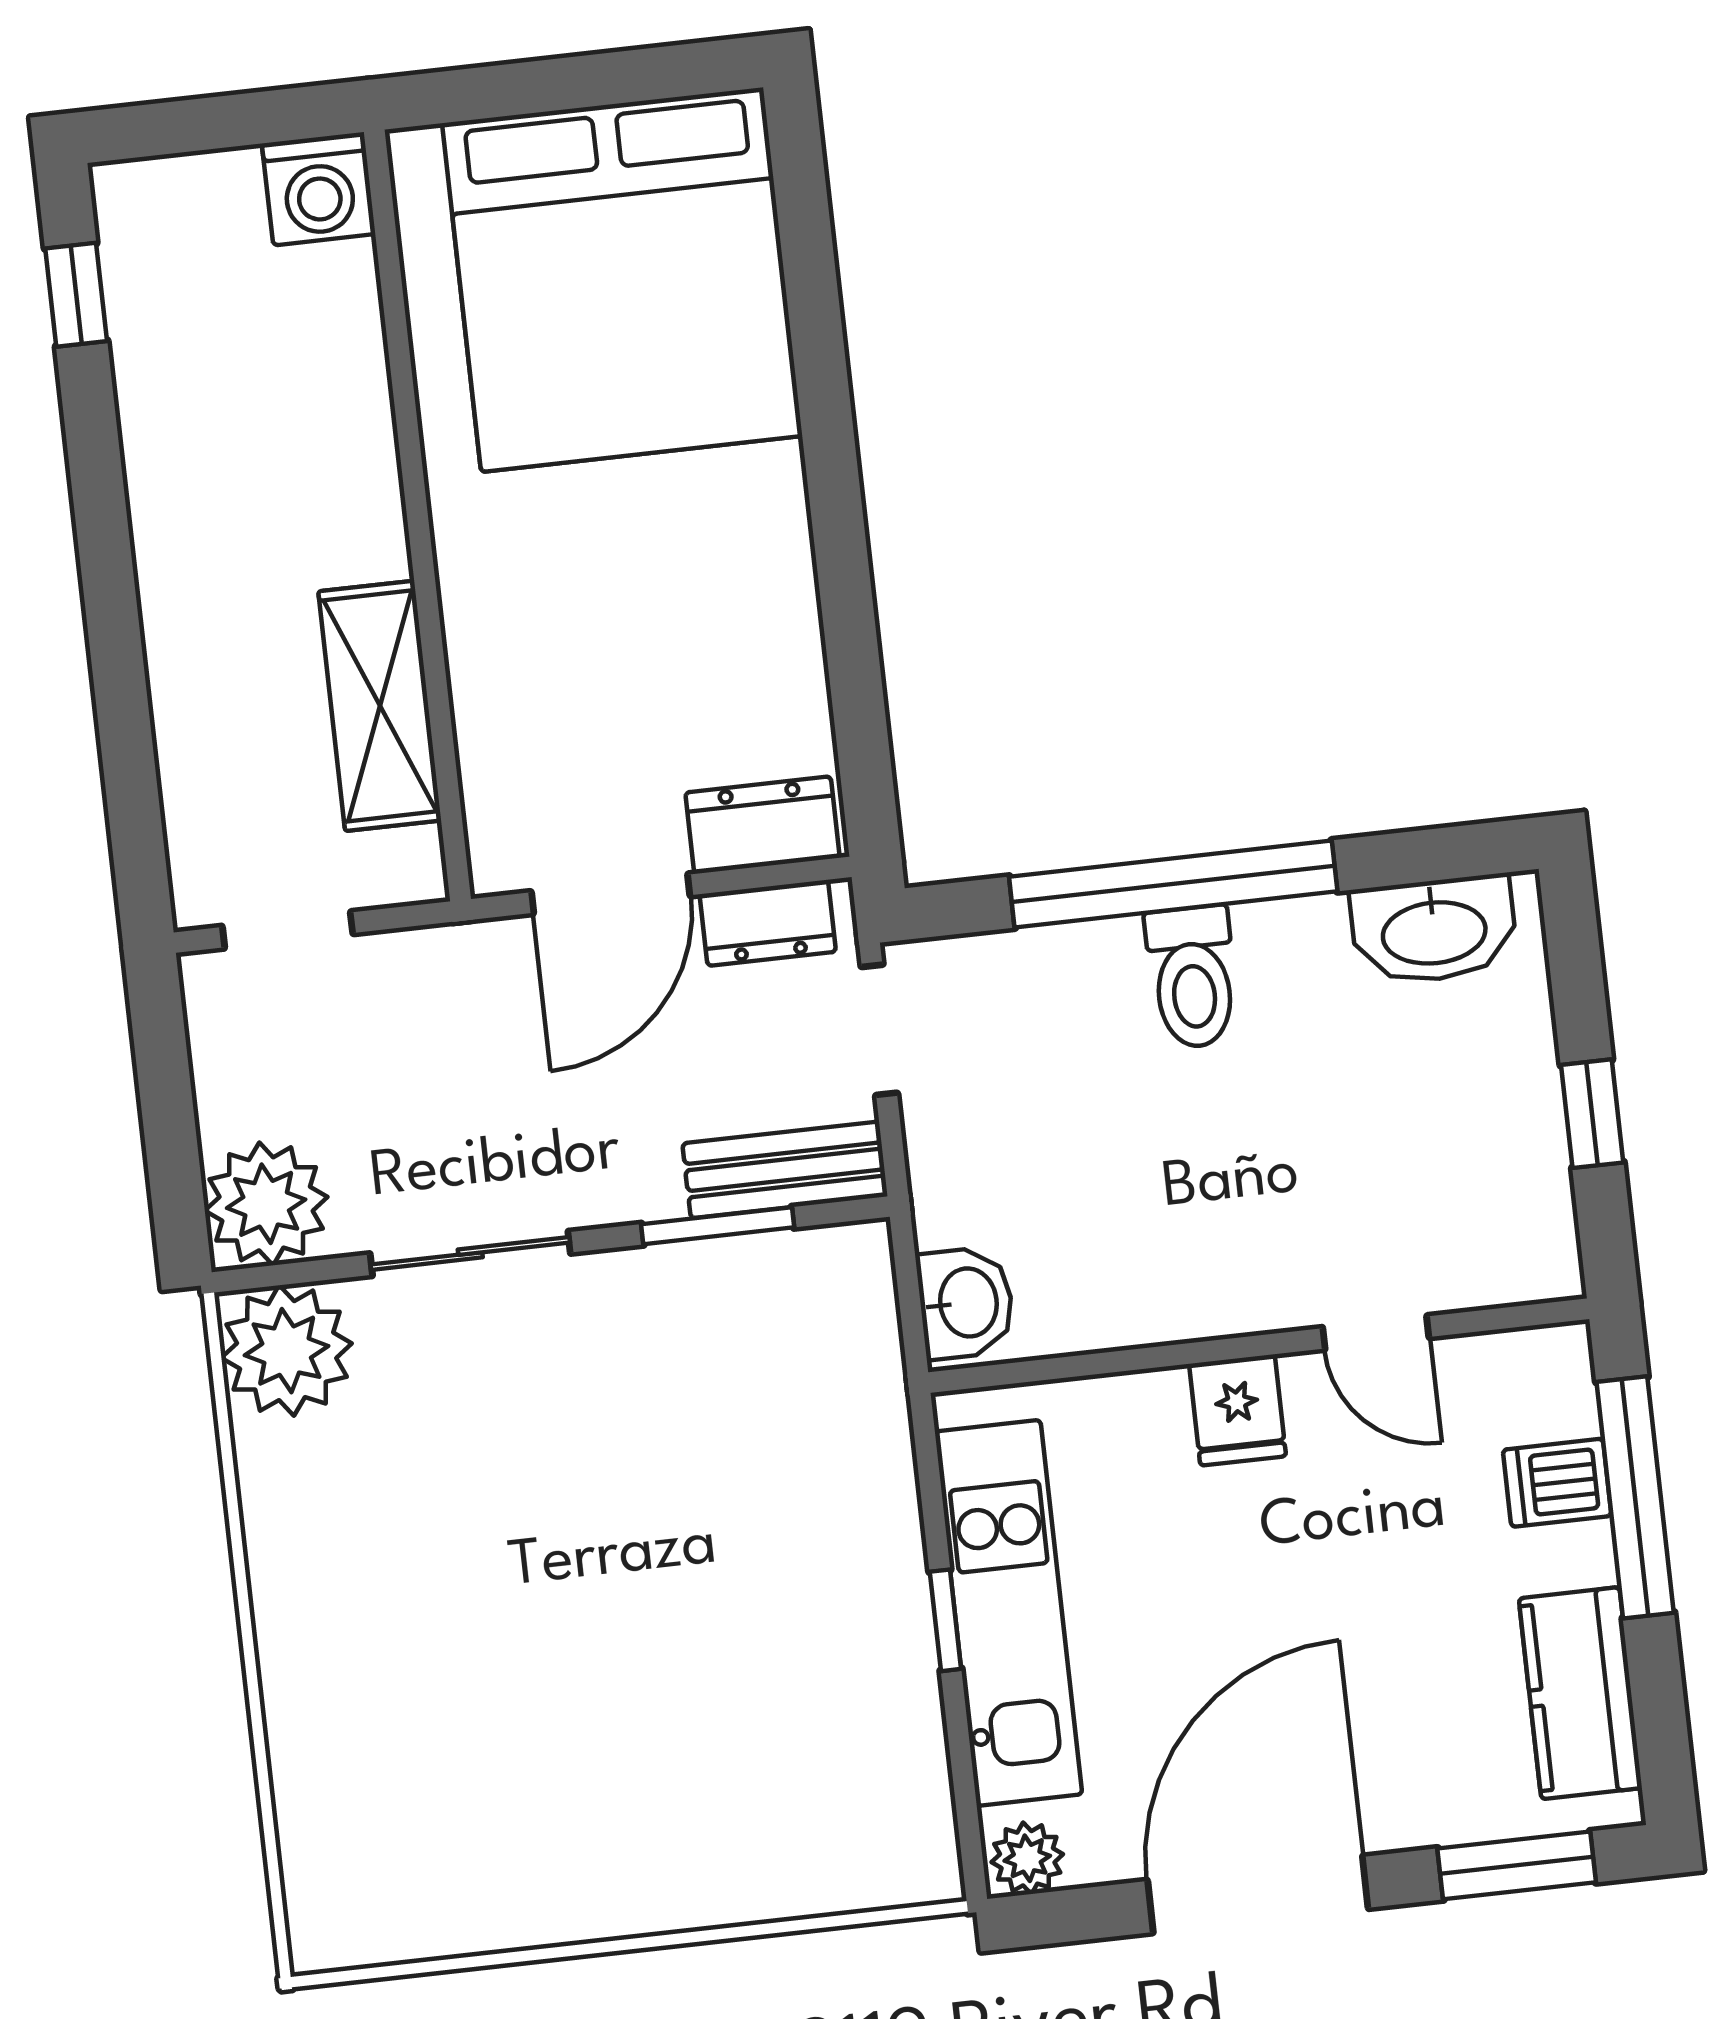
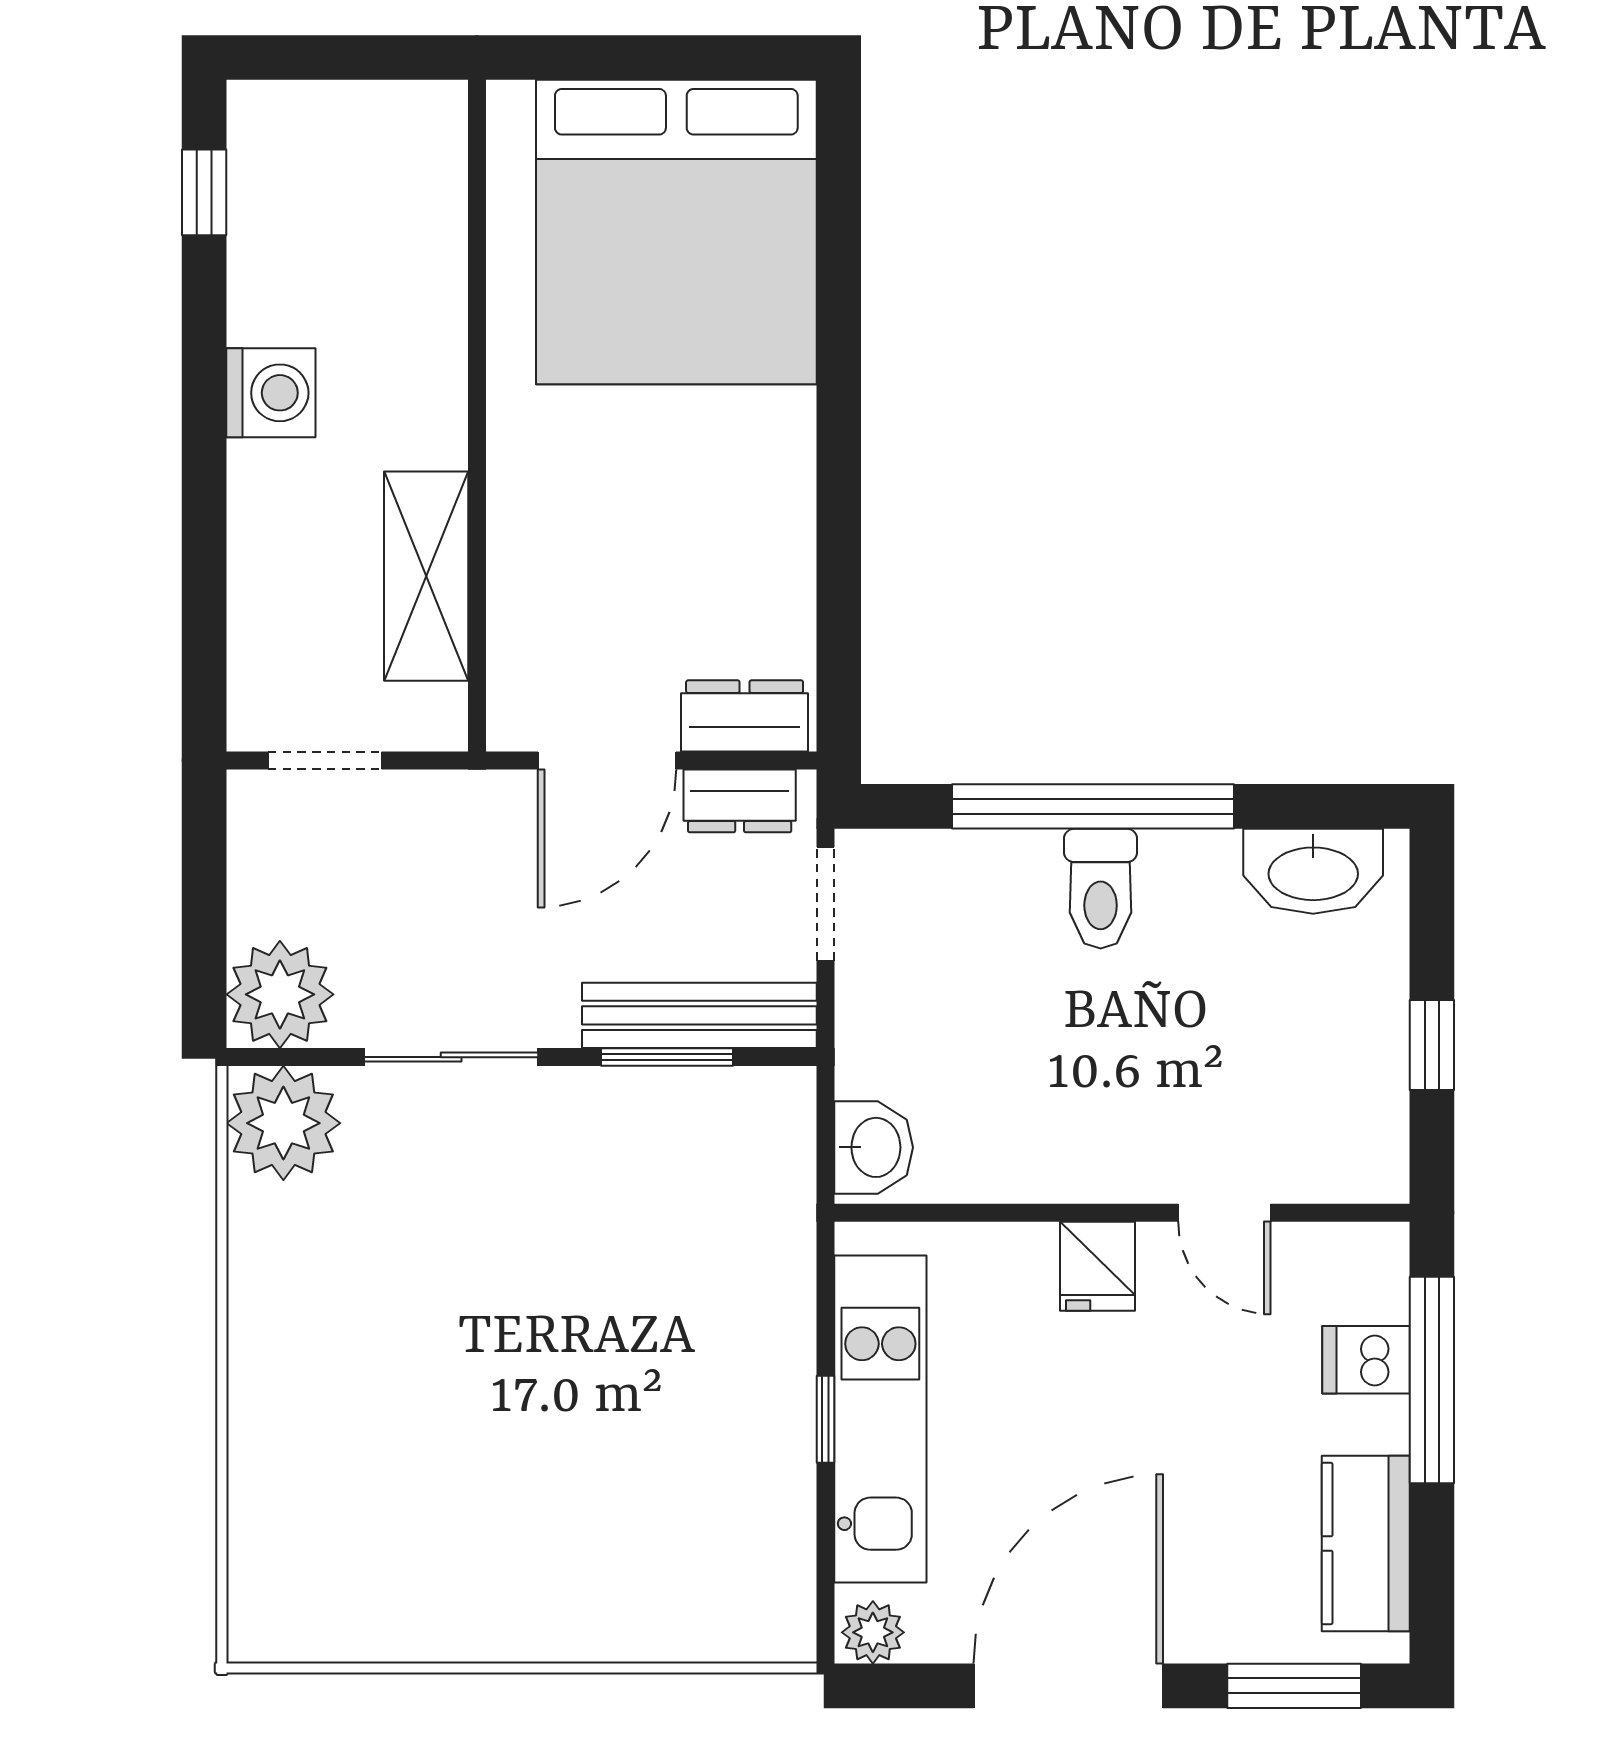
washing machine: (319, 189) -> (271, 393), moved, turned -90
bench: (785, 1170) -> (699, 1015), width x1.36

